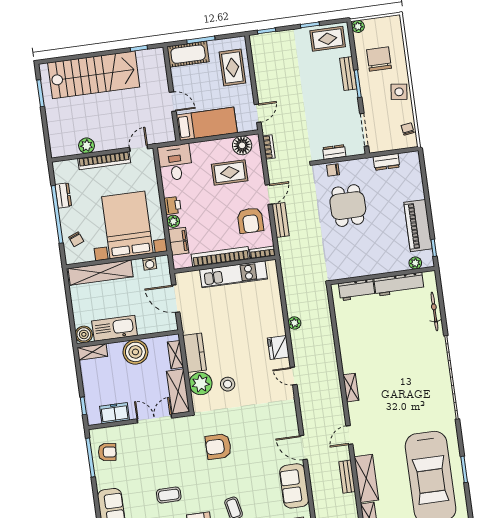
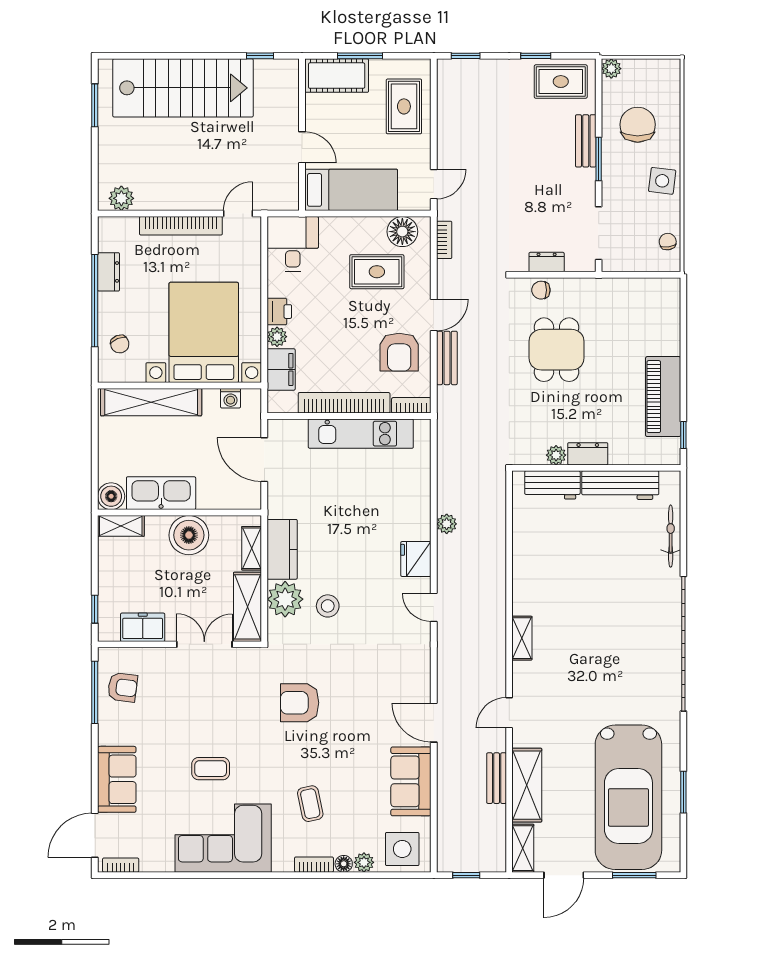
plant: (87, 146) -> (121, 198), moved
dresser: (386, 162) -> (588, 454), moved, turned 180
plant: (415, 263) -> (556, 455), moved

